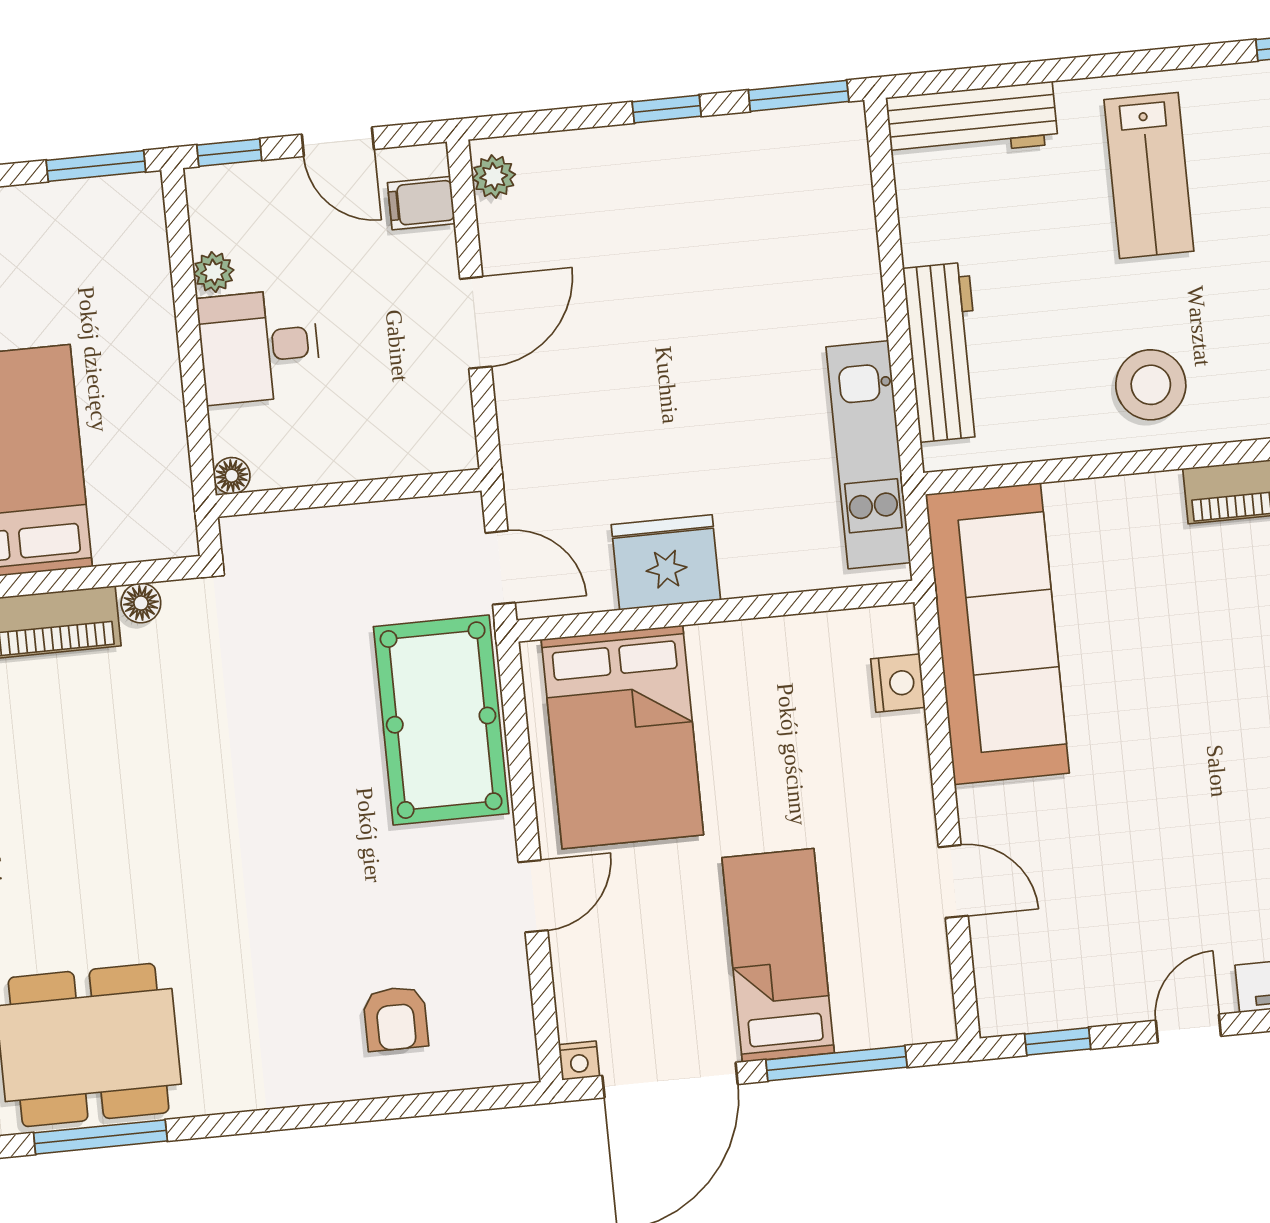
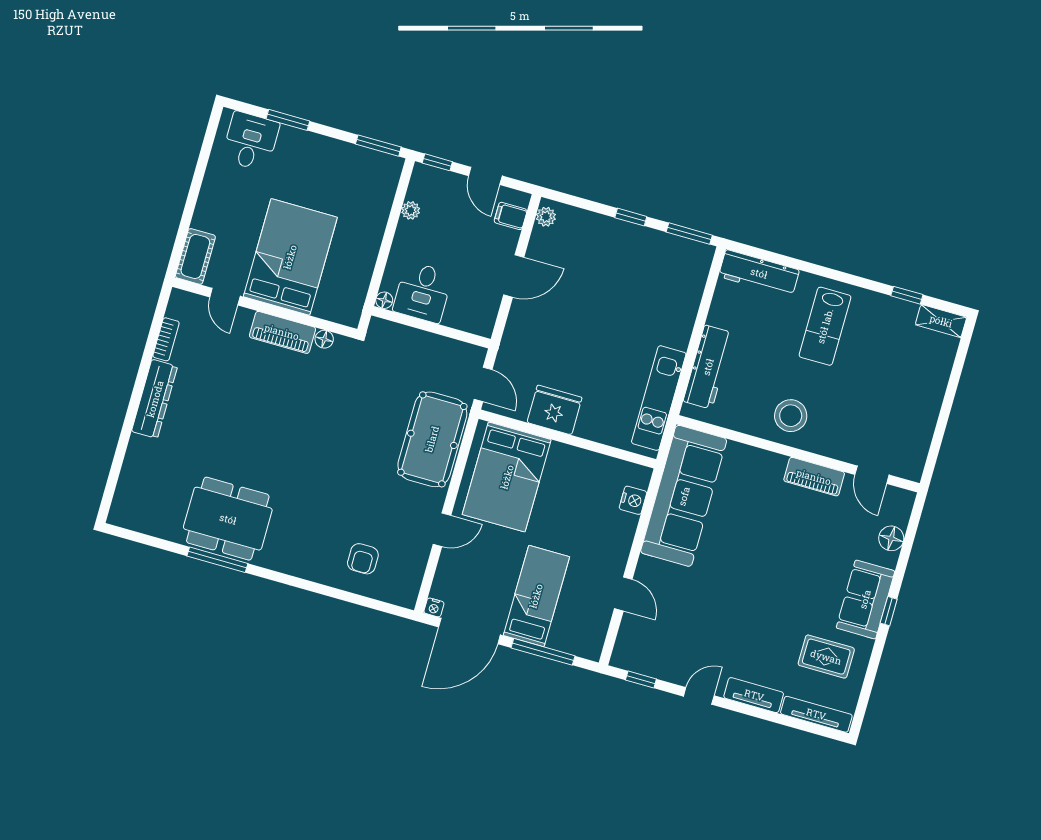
desk: (259, 346) -> (423, 292), moved, turned -90

